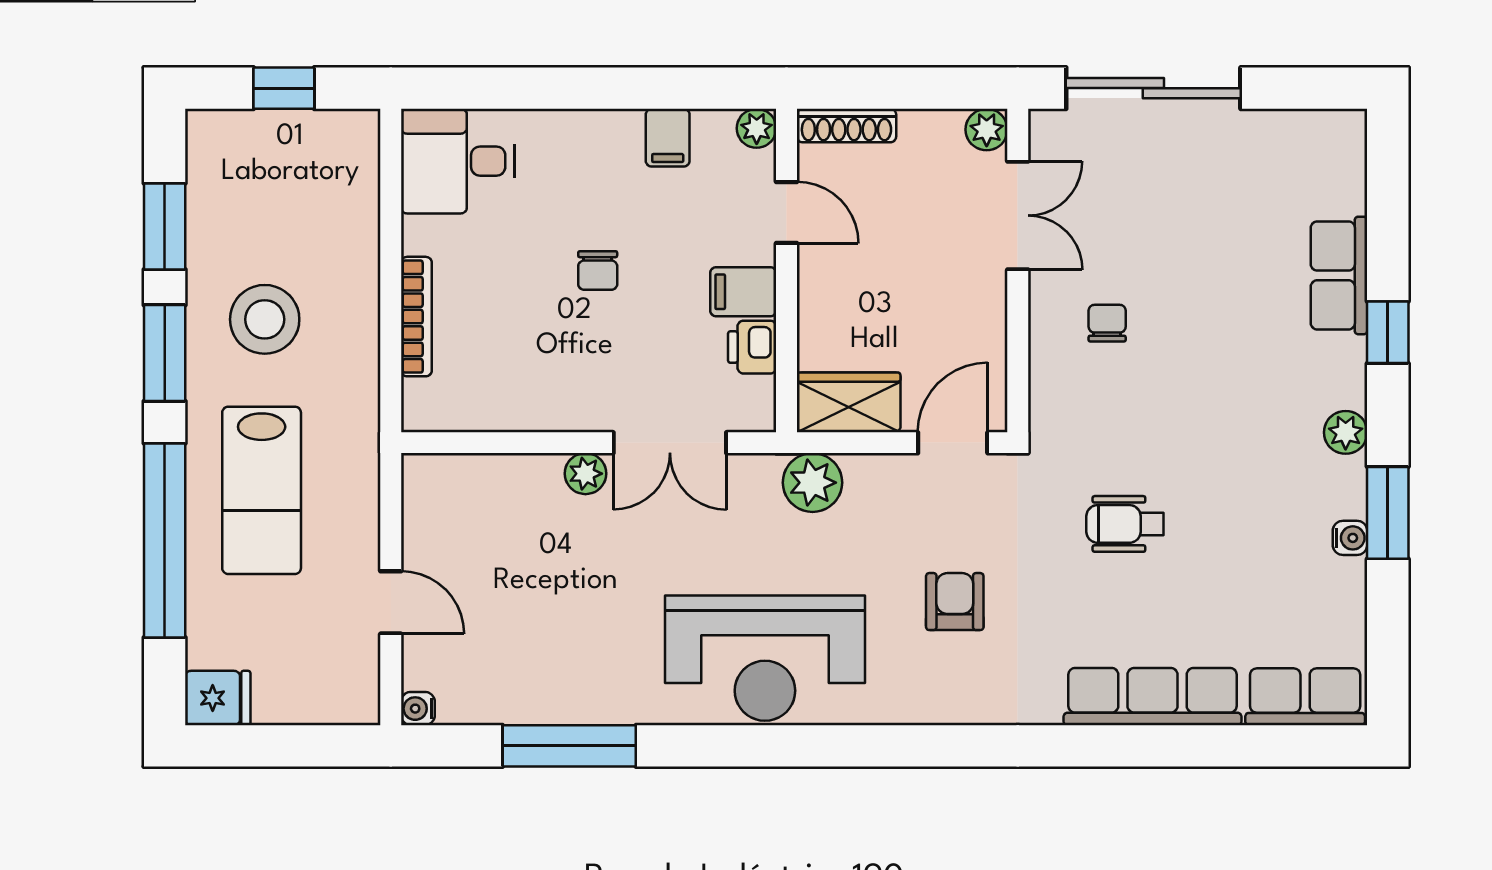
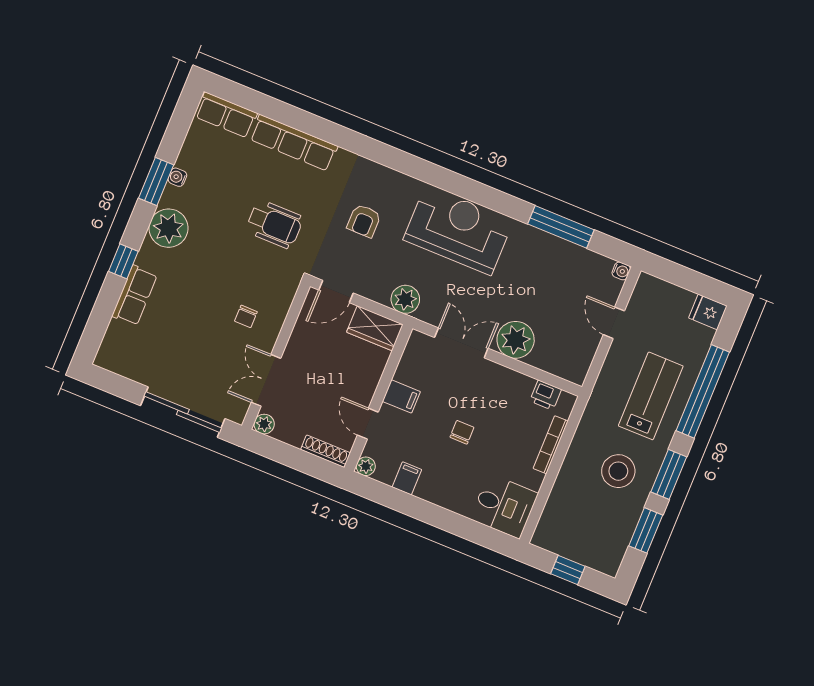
printer: (752, 347) -> (546, 395), moved, turned 90
plant: (1346, 432) -> (168, 228), width x1.87, depth x1.87
plant: (585, 474) -> (516, 340), width x1.88, depth x1.88
wheelchair: (1125, 524) -> (274, 224), width x1.36, depth x1.37

